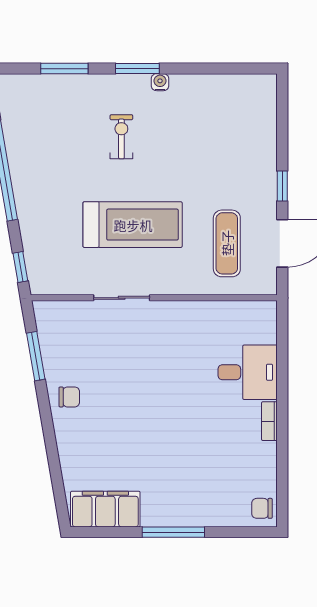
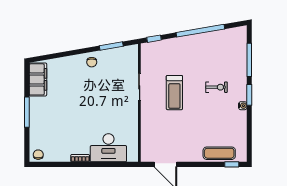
window: (64, 69) -> (249, 60), width x1.44
window: (282, 186) -> (232, 164), moved
treadmill: (133, 225) -> (174, 93), width x0.73, depth x0.73
exercise mat: (227, 243) -> (219, 153), moved
desk: (248, 372) -> (108, 148), width x1.37

